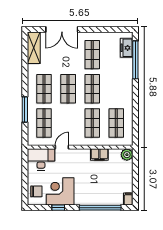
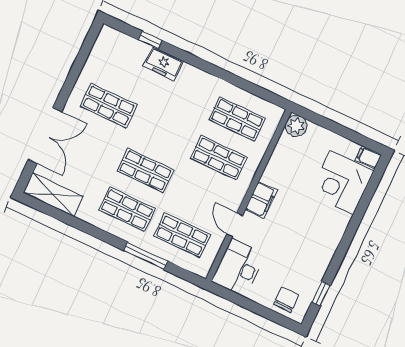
freezer: (127, 48) -> (163, 64), moved
window: (135, 60) -> (150, 40), width x0.32
shop shelf: (92, 89) -> (164, 132), removed
filing cabinet: (99, 155) -> (261, 200), moved
corner desk: (60, 191) -> (342, 182), moved
window: (58, 208) -> (321, 294), moved
window: (100, 208) -> (361, 209), removed

